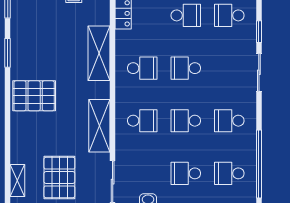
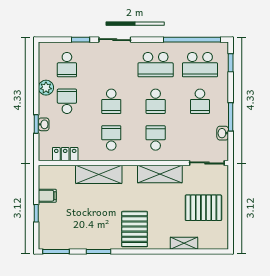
school desk: (229, 121) -> (156, 65), width x1.85
school desk: (229, 173) -> (200, 65), width x1.85
shelving: (17, 181) -> (184, 243), moved

